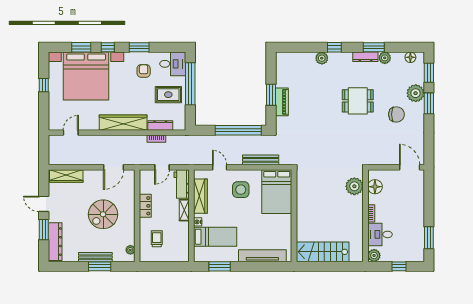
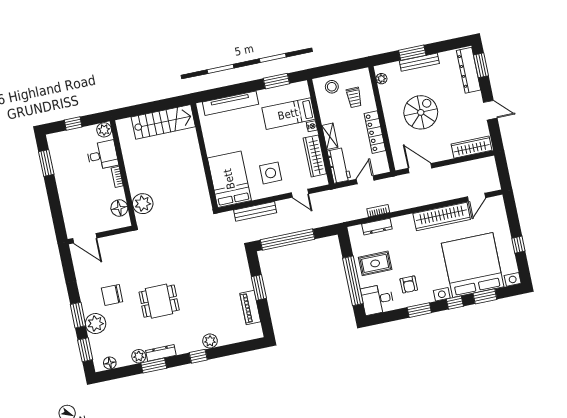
piano: (282, 102) -> (250, 307), moved
wardrobe: (123, 123) -> (442, 216), moved
door: (114, 167) -> (420, 168), hinge flipped
locker: (145, 206) -> (375, 132), width x1.53
window: (44, 230) -> (481, 65), moved
stool: (174, 252) -> (332, 87), added

